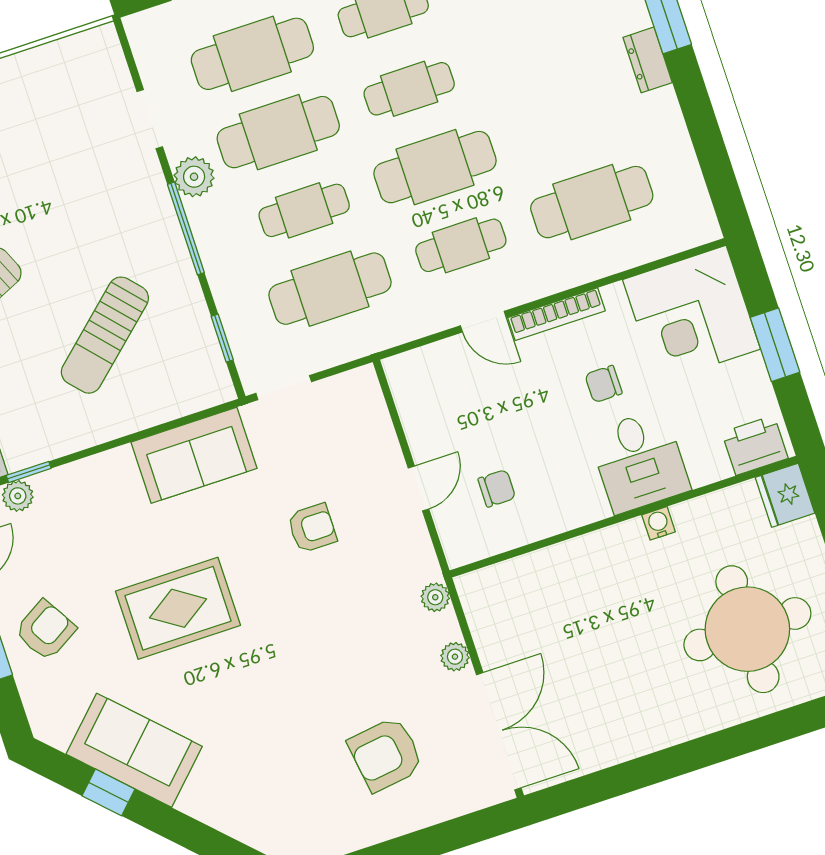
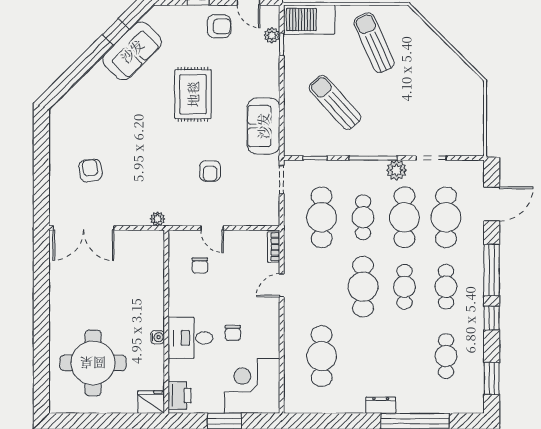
cafe table: (461, 245) -> (322, 287), removed
bookcase: (556, 314) -> (274, 247), moved, width x0.64
chair: (604, 384) -> (233, 333), turned 180
armchair: (45, 630) -> (219, 26), moved, turned -59
plant: (455, 657) -> (126, 219), removed
armchair: (386, 754) -> (90, 170), width x0.72, depth x0.72

